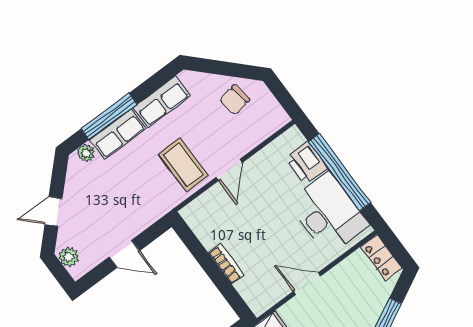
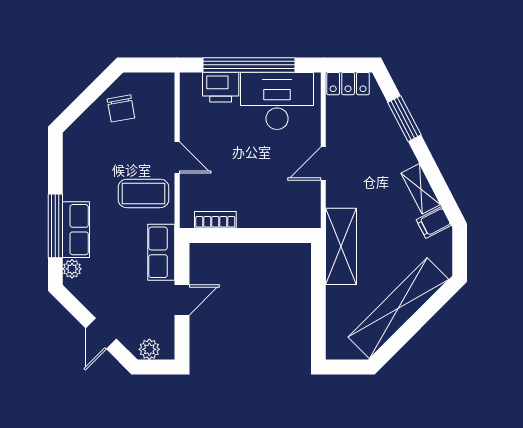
row of seats: (162, 102) -> (161, 252), moved, turned 180
bookcase: (226, 264) -> (215, 220), moved

